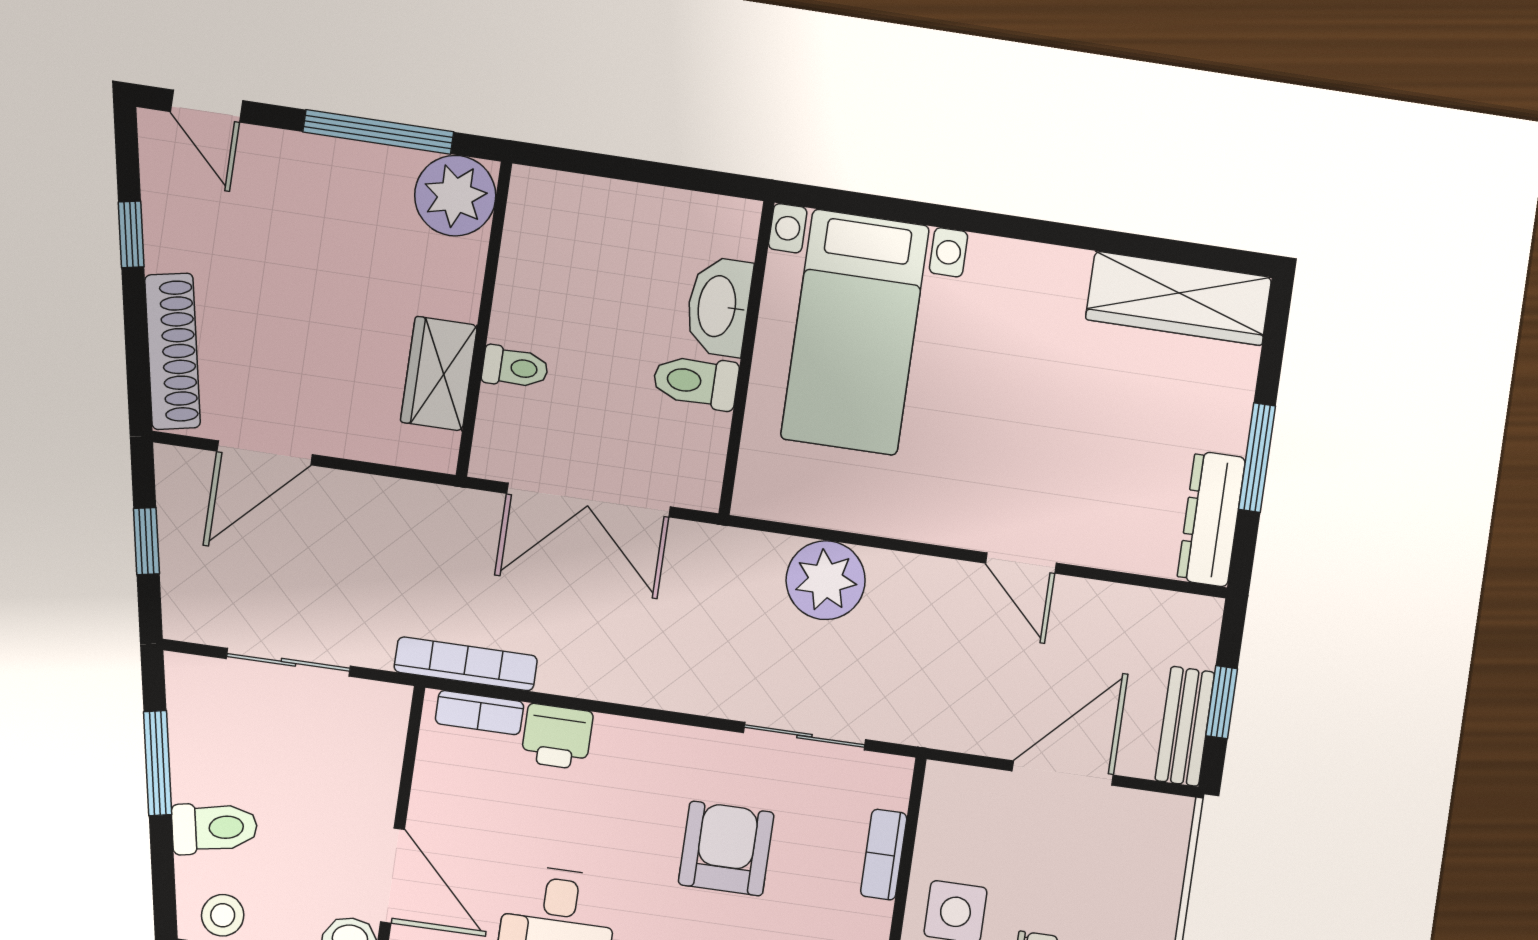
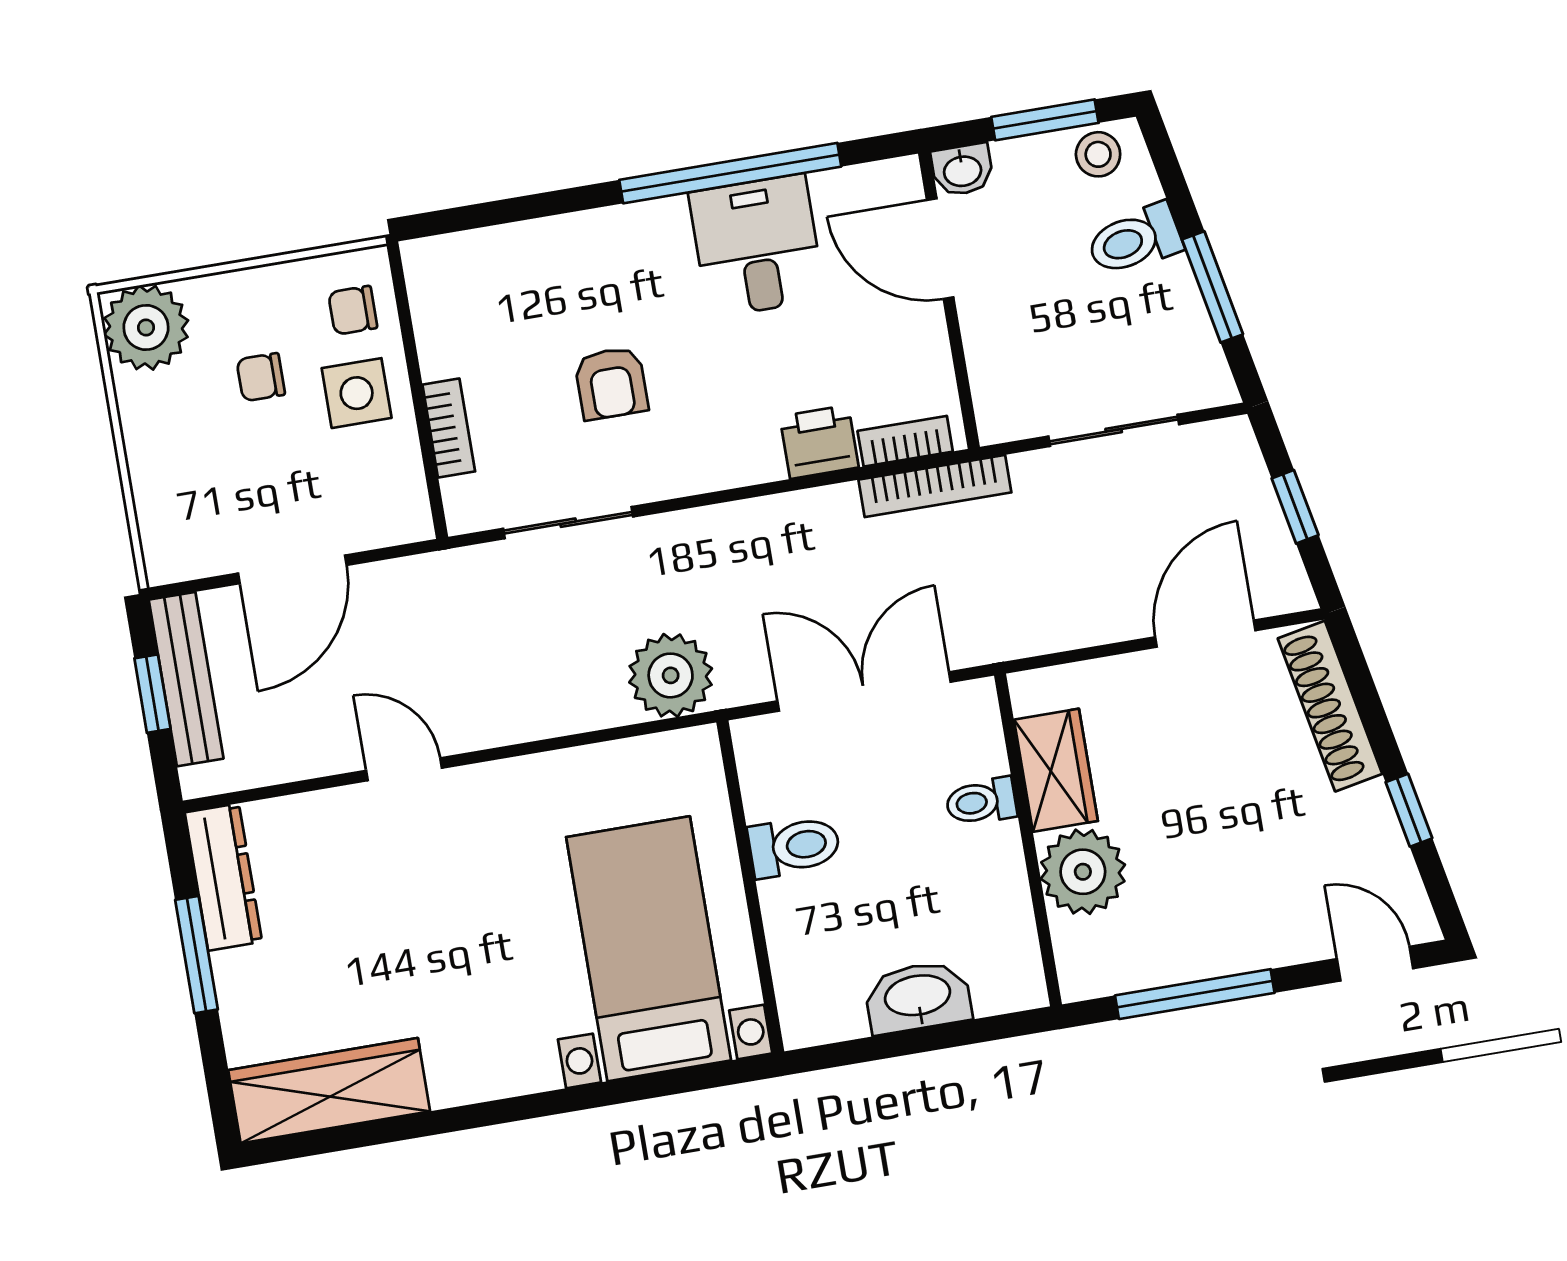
plant: (455, 196) -> (1083, 872), moved
washbasin: (719, 306) -> (918, 997), moved, turned -90
plant: (826, 580) -> (671, 675), moved
bench: (1185, 726) -> (186, 679), width x1.36
armchair: (726, 848) -> (611, 383), width x0.72, depth x0.72

